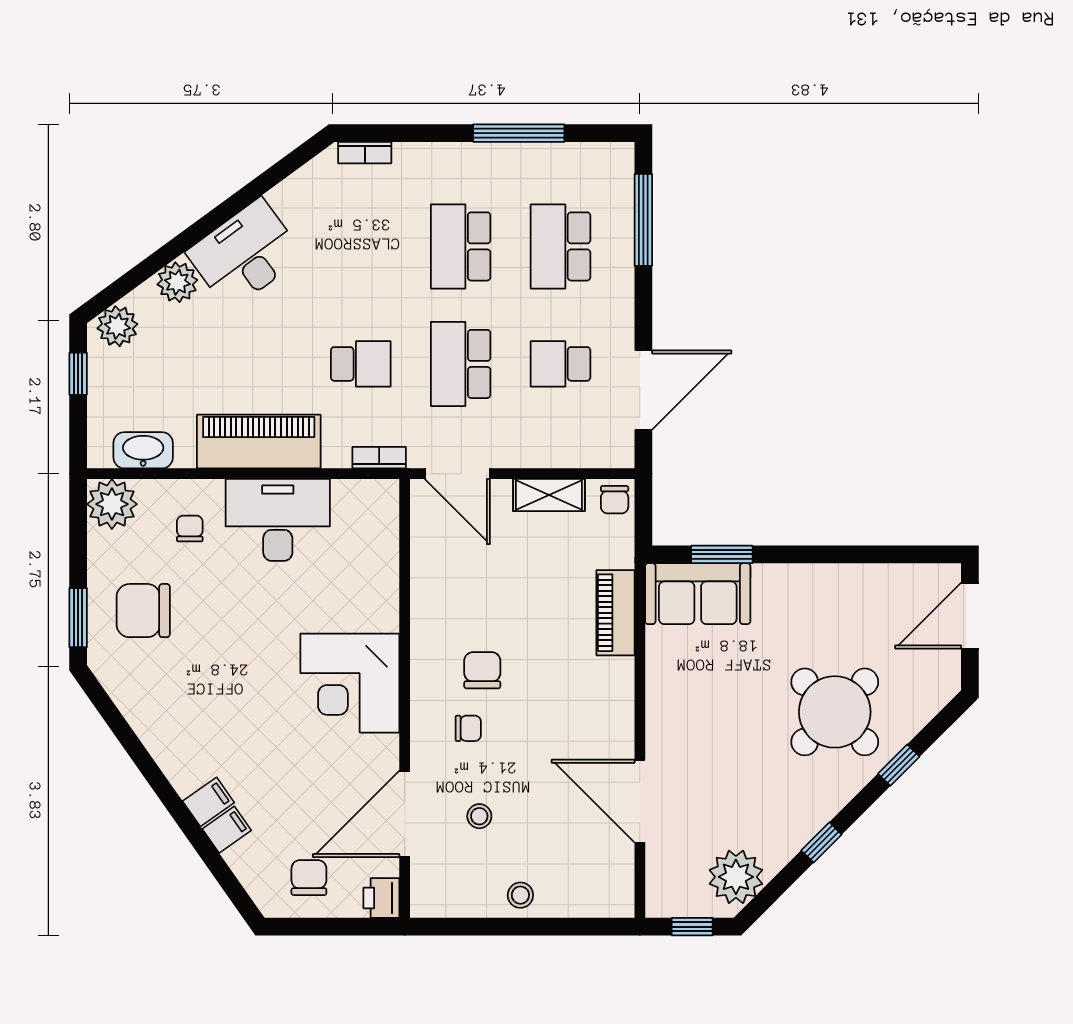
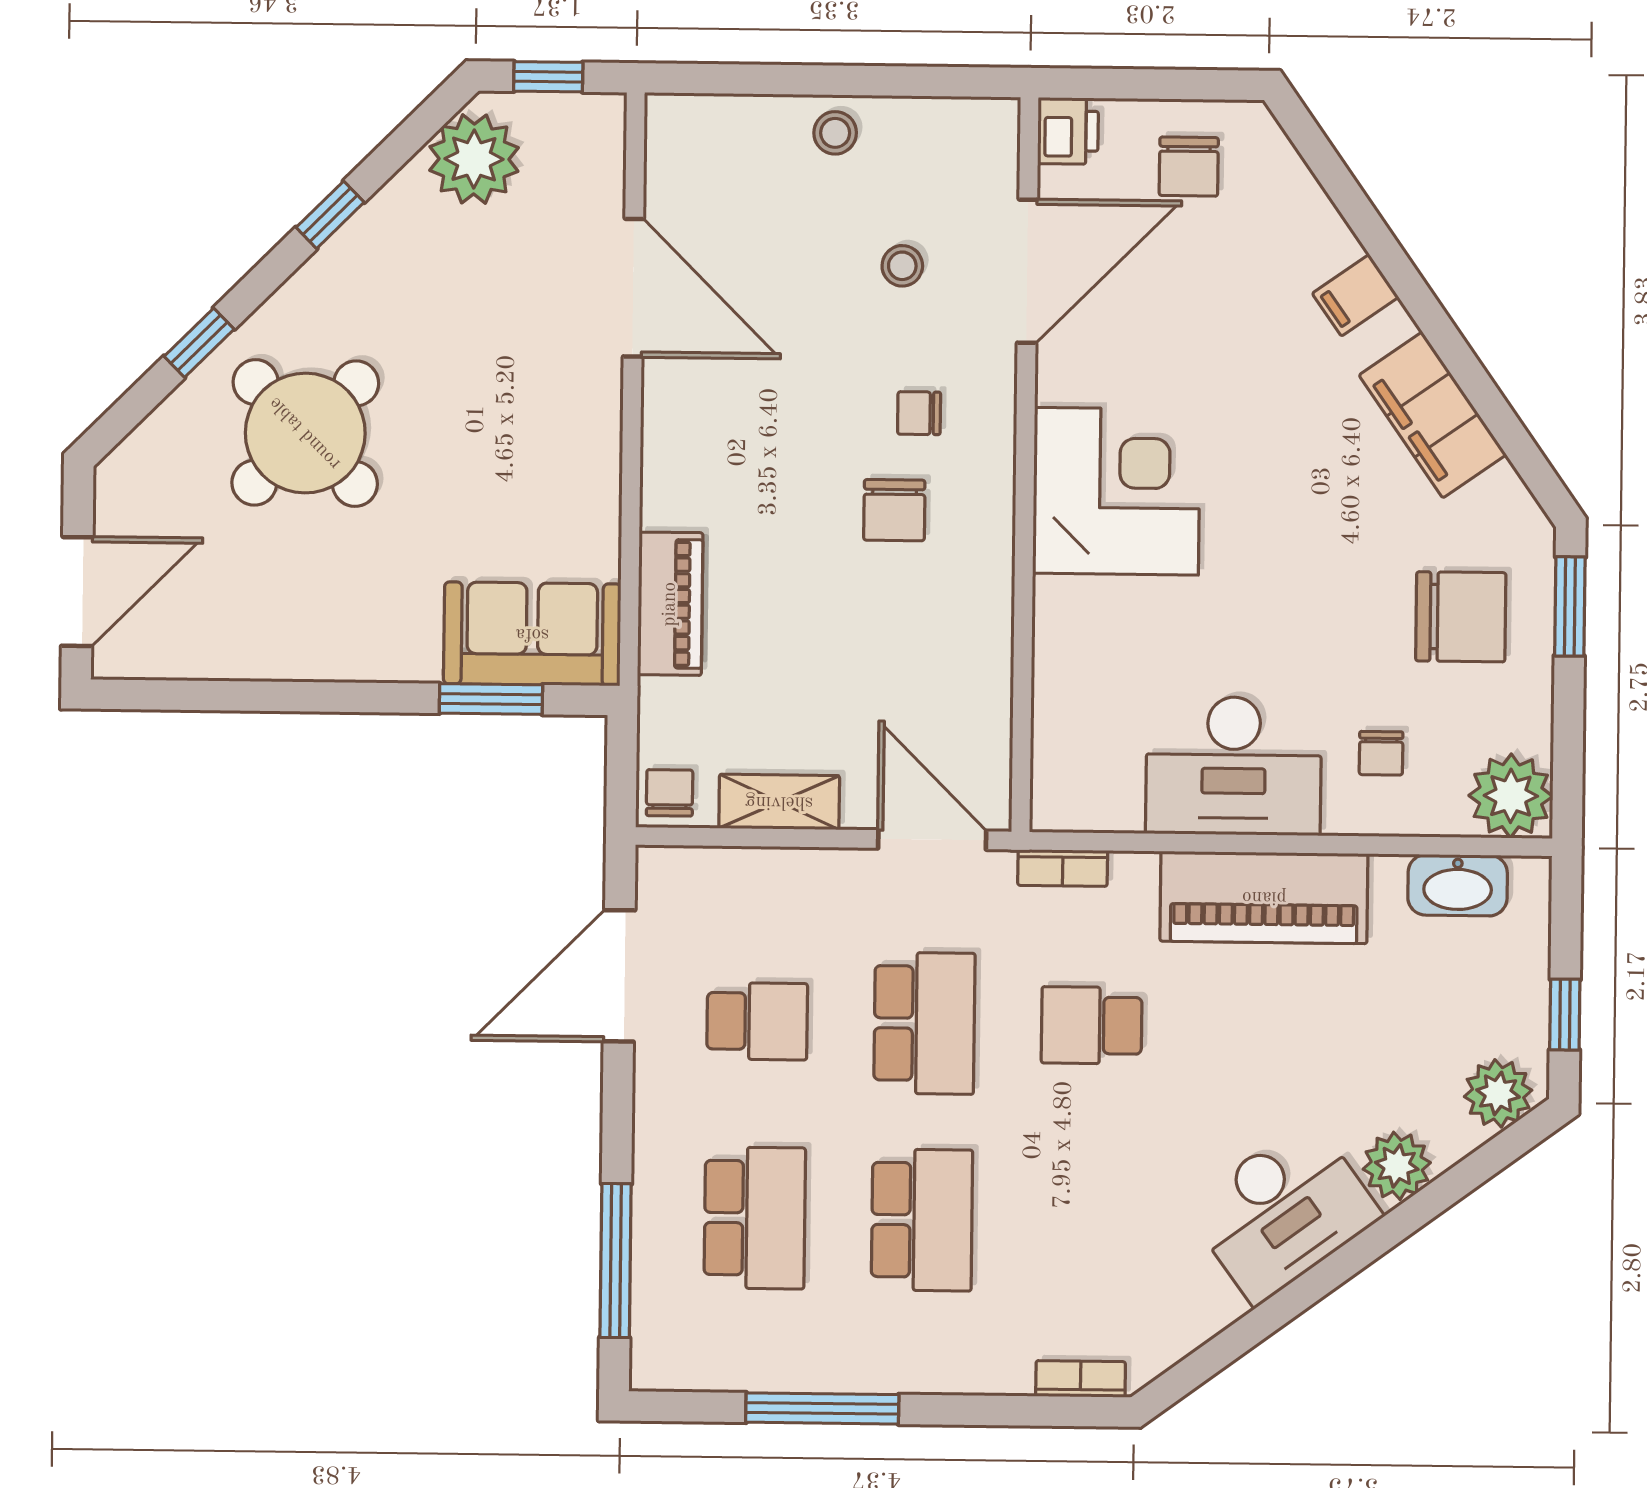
filing cabinet: (227, 830) -> (1433, 415), moved, width x3.00, depth x1.17

